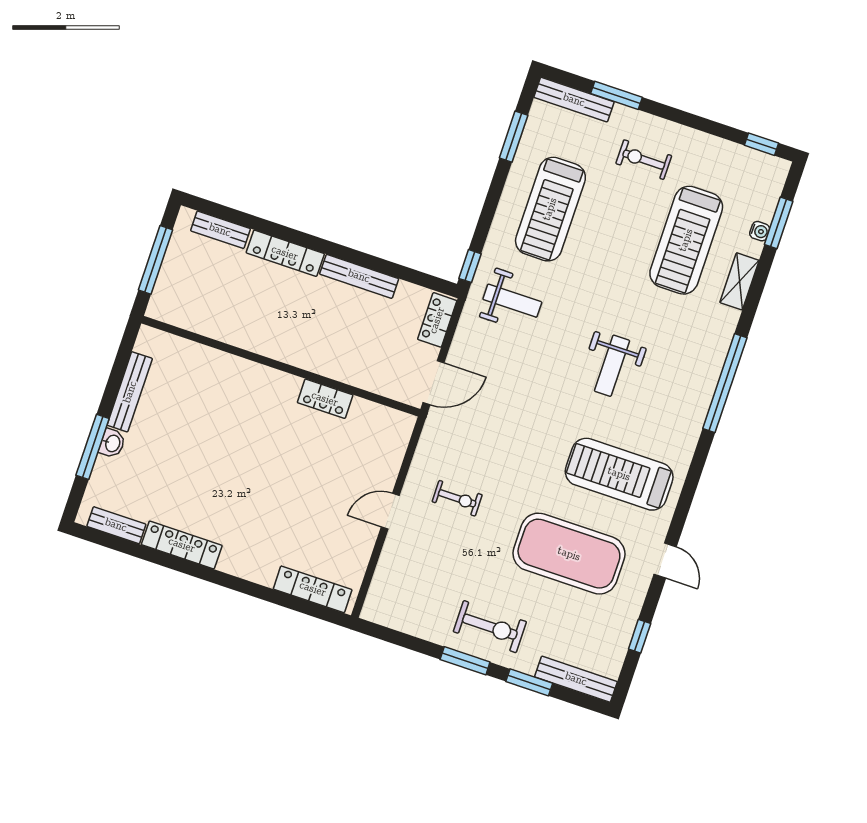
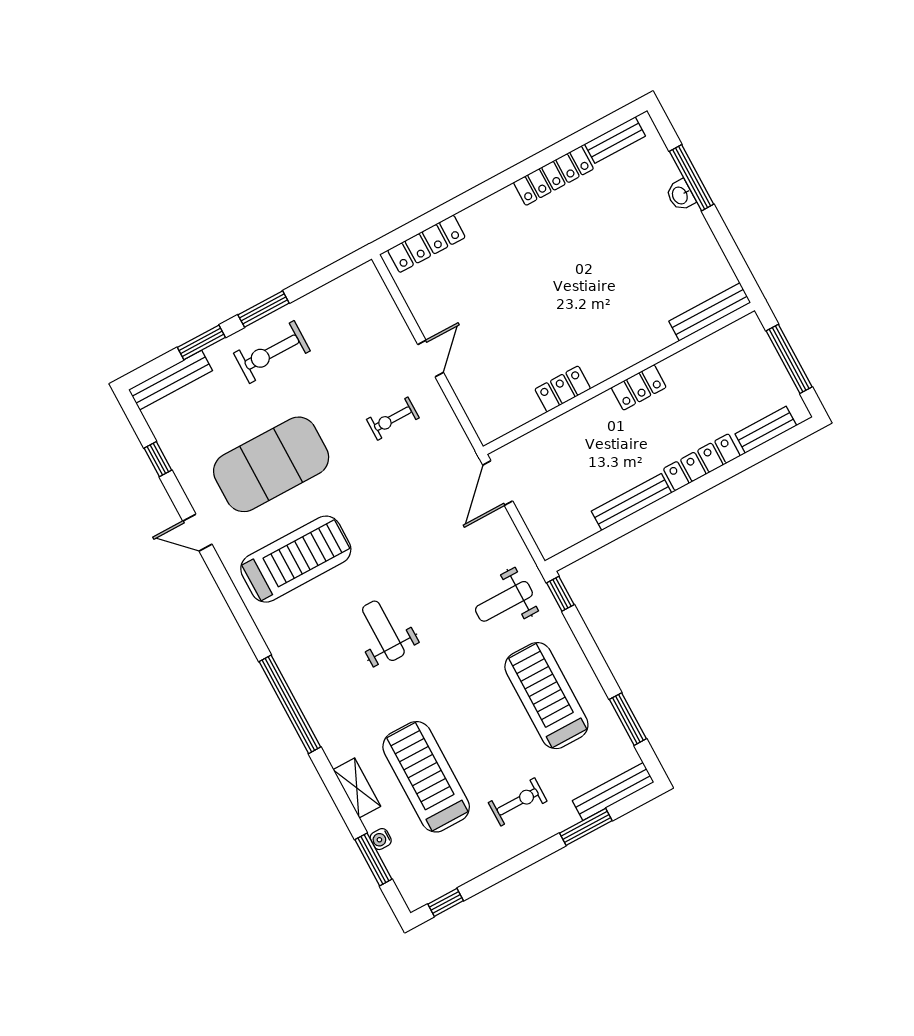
locker: (437, 320) -> (639, 387), moved, turned 90
bench: (130, 392) -> (710, 312), moved, turned 90

